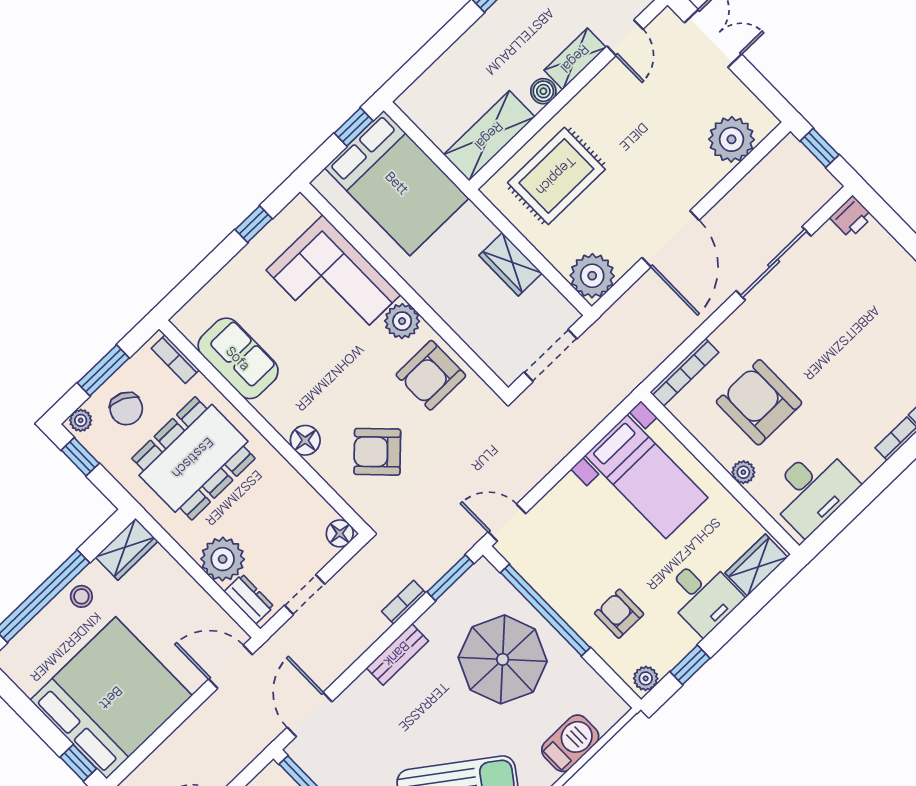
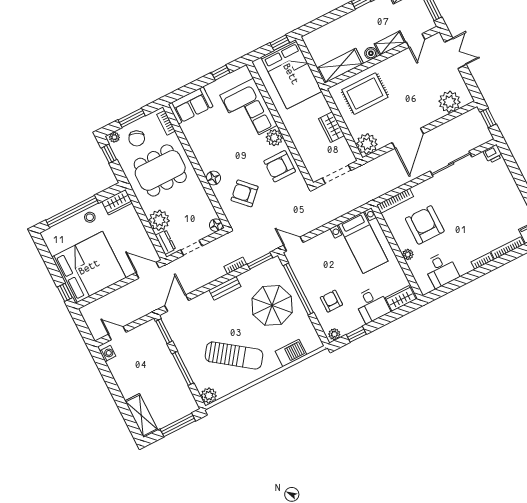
sofa: (238, 358) -> (191, 105), moved, turned 90
desk: (812, 490) -> (441, 270), width x0.73

